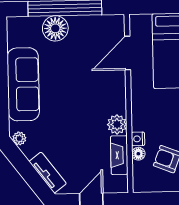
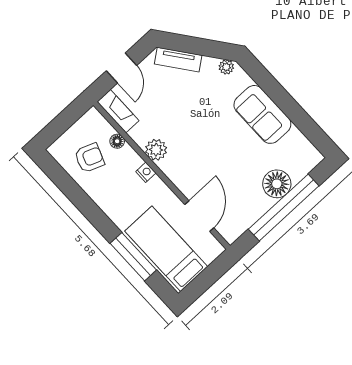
sofa: (23, 84) -> (262, 114), width x0.73
nightstand: (138, 139) -> (146, 172), moved
fireplace: (119, 155) -> (118, 111), moved

